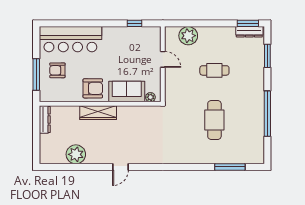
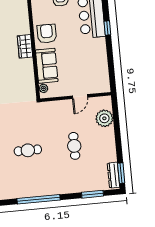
window: (135, 23) -> (107, 28), moved
armchair: (93, 88) -> (47, 34), turned 180
wardrobe: (98, 113) -> (25, 46), width x0.67
cafe table: (214, 120) -> (28, 150), width x0.73, depth x0.74

